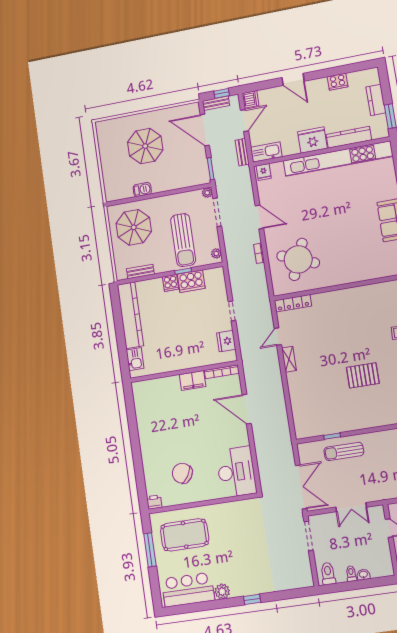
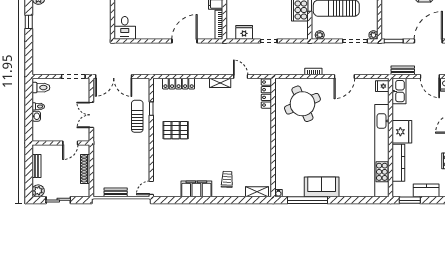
round table: (298, 259) -> (302, 104), turned 45
pallet: (363, 375) -> (176, 130), moved, turned 90
locker: (297, 408) -> (179, 84), added
desk: (236, 472) -> (125, 28), width x0.53, depth x0.77

